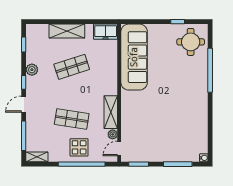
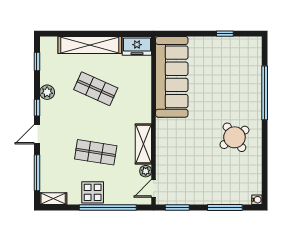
shelving: (67, 31) -> (90, 45), width x1.47
round table: (191, 42) -> (234, 137), moved, turned -35
shop shelf: (72, 67) -> (96, 89), turned 42
display table: (79, 147) -> (93, 192), moved

